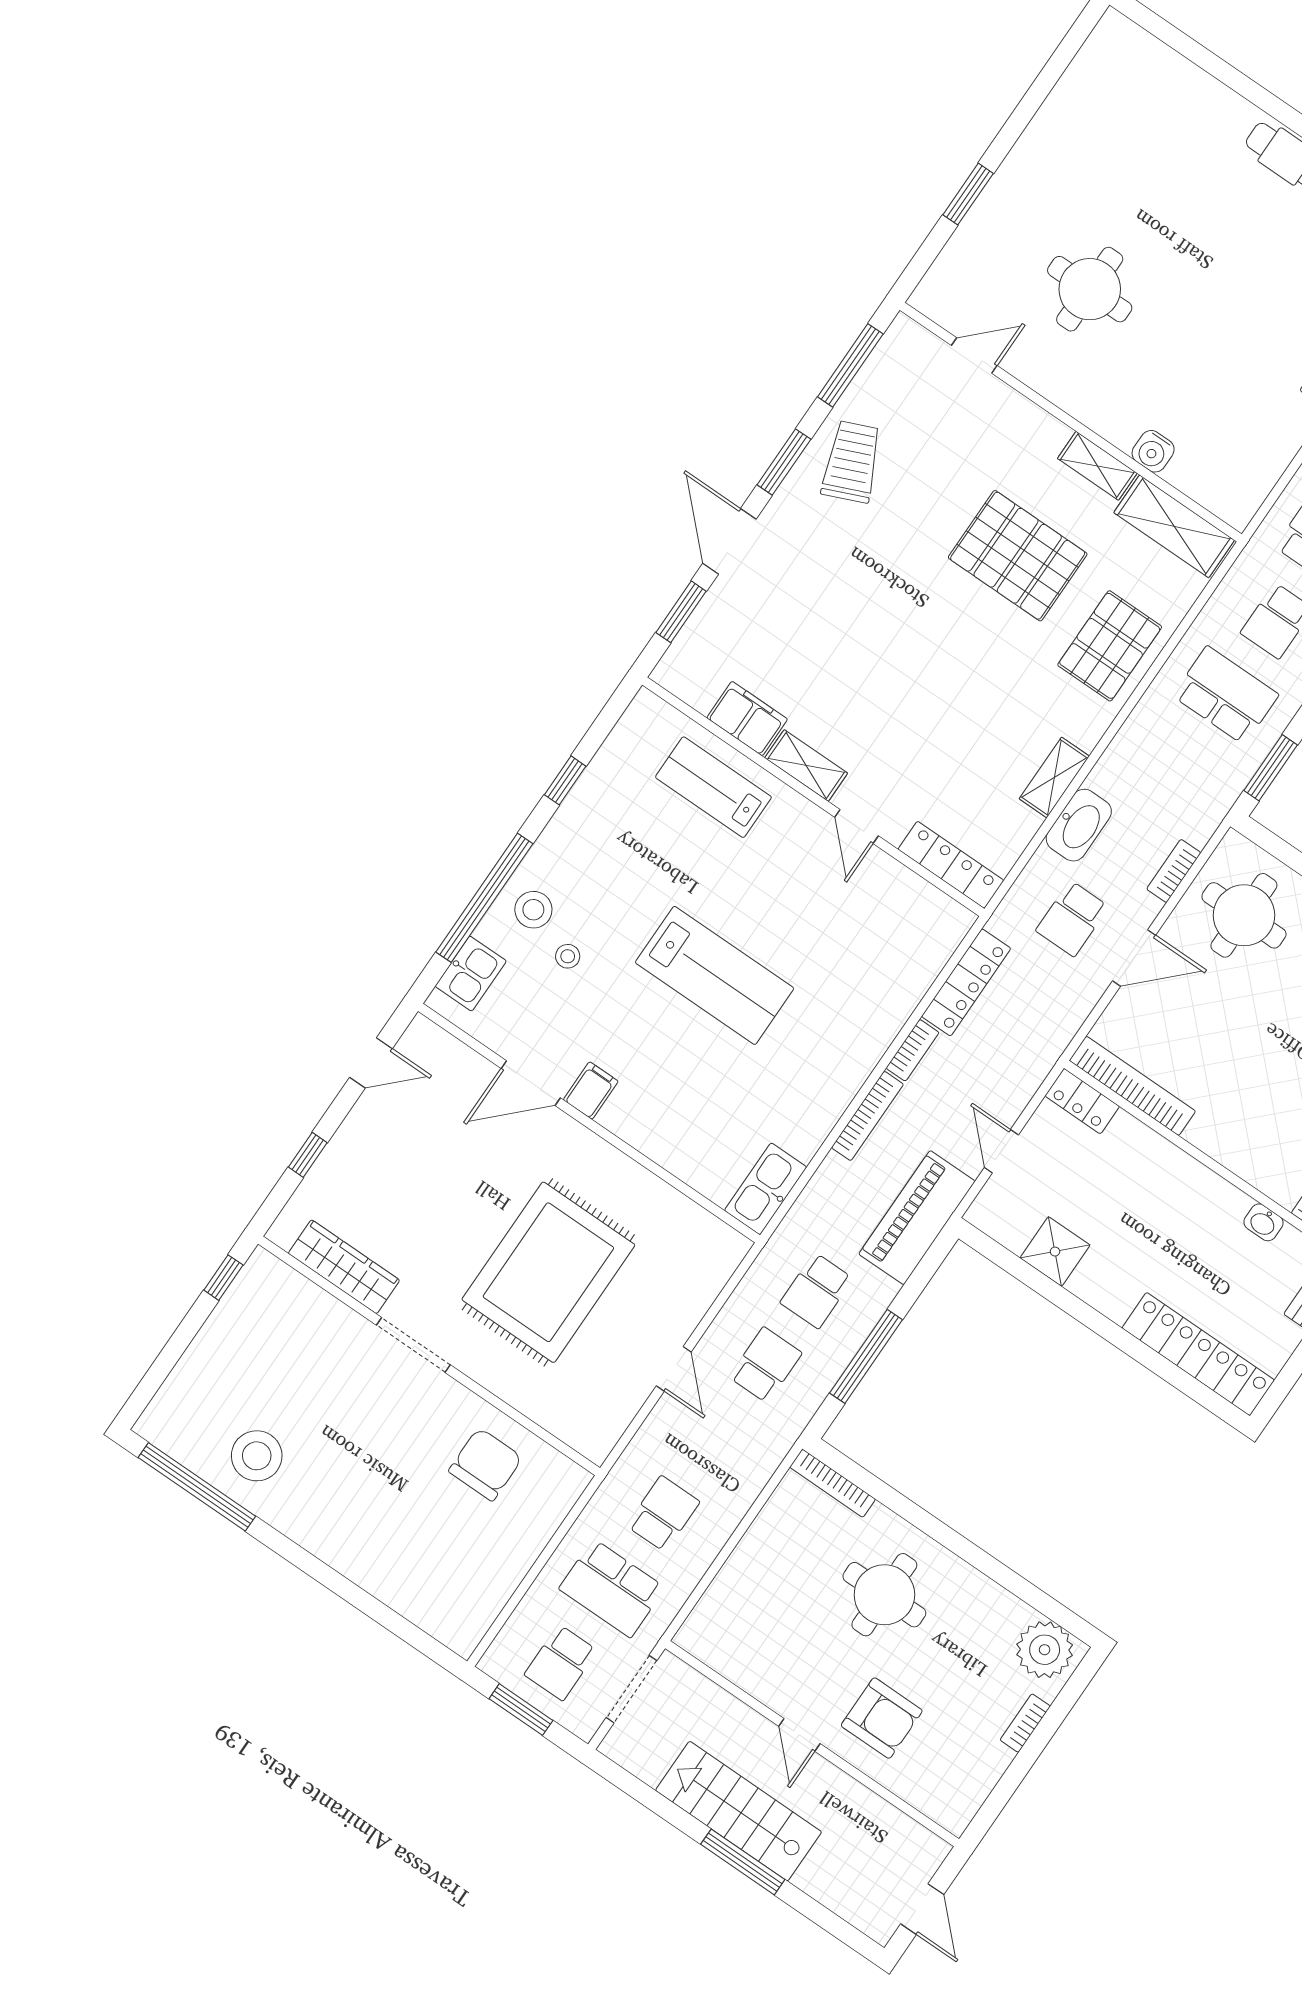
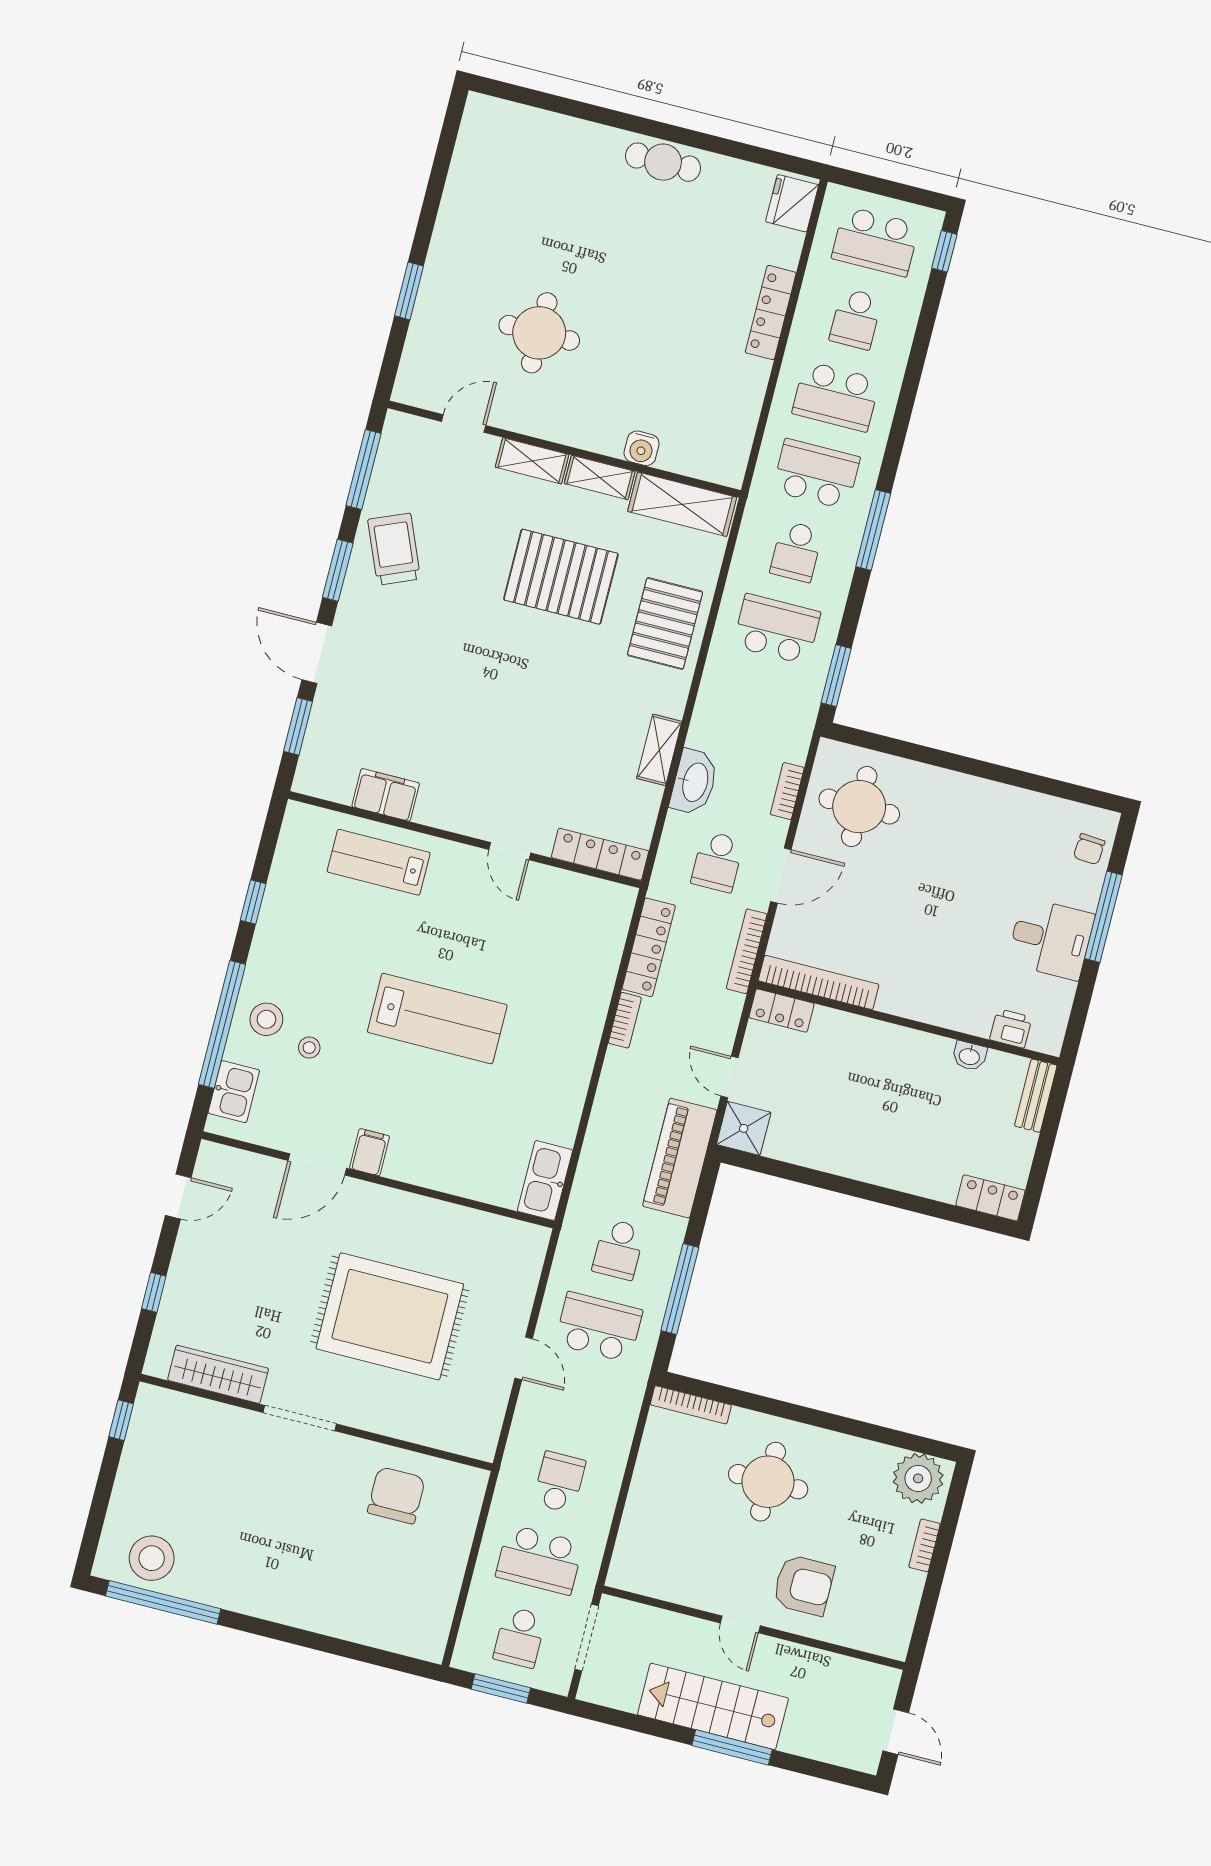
shelving: (806, 766) -> (532, 461), moved
bookcase: (867, 1116) -> (747, 951), moved, turned 180
shower: (1055, 1252) -> (744, 1128), moved
rug: (548, 1272) -> (390, 1316), turned 90
locker: (1198, 1354) -> (990, 1198), width x0.46, depth x0.83
school desk: (765, 1365) -> (599, 1327), width x1.85
stool: (257, 1456) -> (152, 1558), moved

